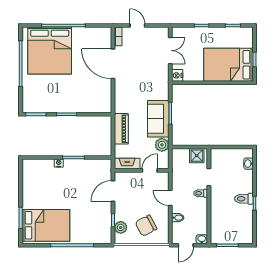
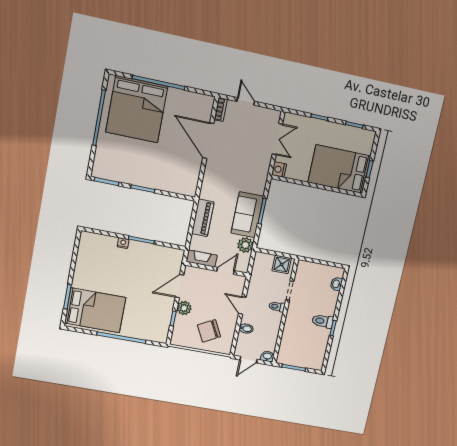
plant: (121, 227) -> (184, 308), moved

